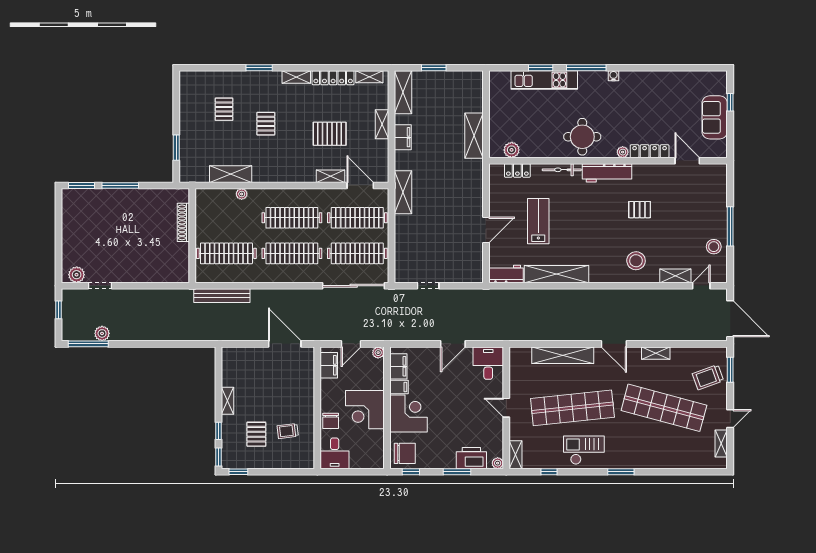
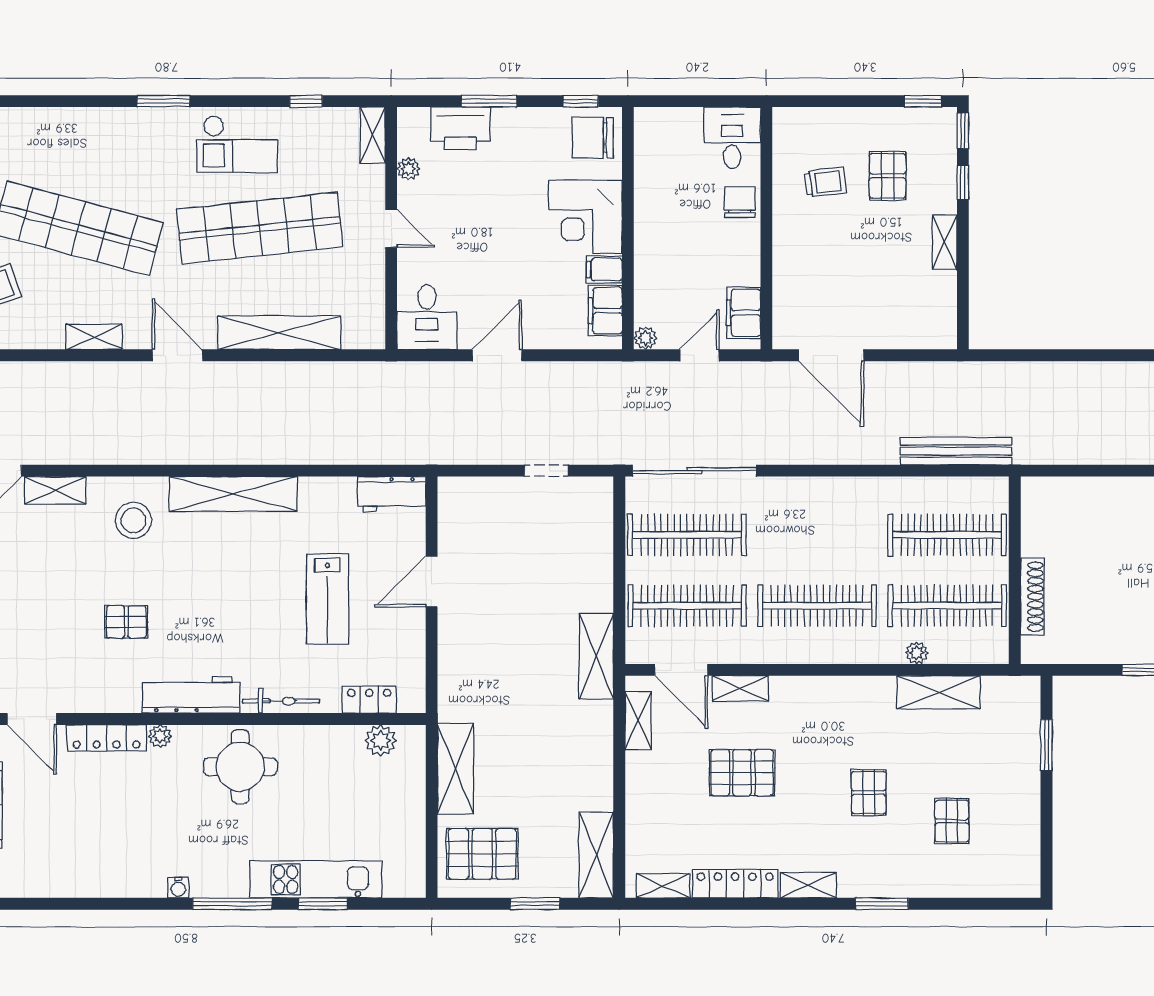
pallet: (460, 93) -> (482, 854), added
shelving: (382, 124) -> (638, 721), moved
filing cabinet: (403, 137) -> (597, 766), removed
clothes rail: (292, 253) -> (947, 606), moved
shelving: (556, 274) -> (233, 494), moved
corner desk: (365, 410) -> (672, 224), removed
plant: (498, 463) -> (408, 169), moved

